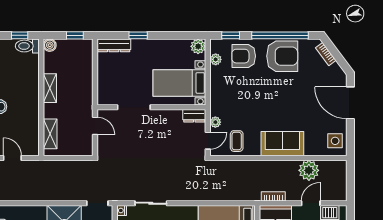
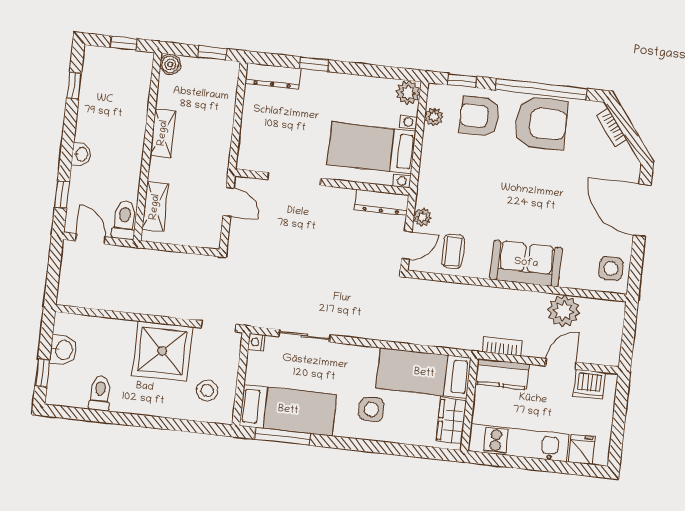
toilet: (27, 46) -> (124, 220), moved, turned 90
dresser: (194, 116) -> (382, 202), width x1.44

